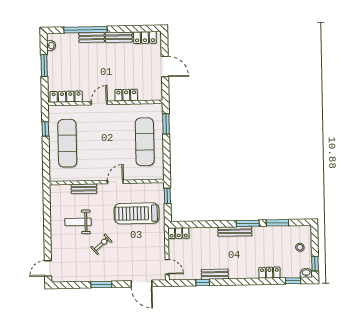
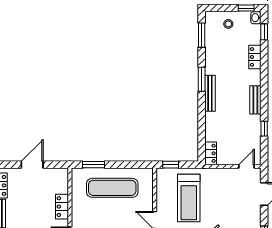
window: (277, 223) -> (202, 35), moved
bench: (215, 274) -> (255, 100), moved

